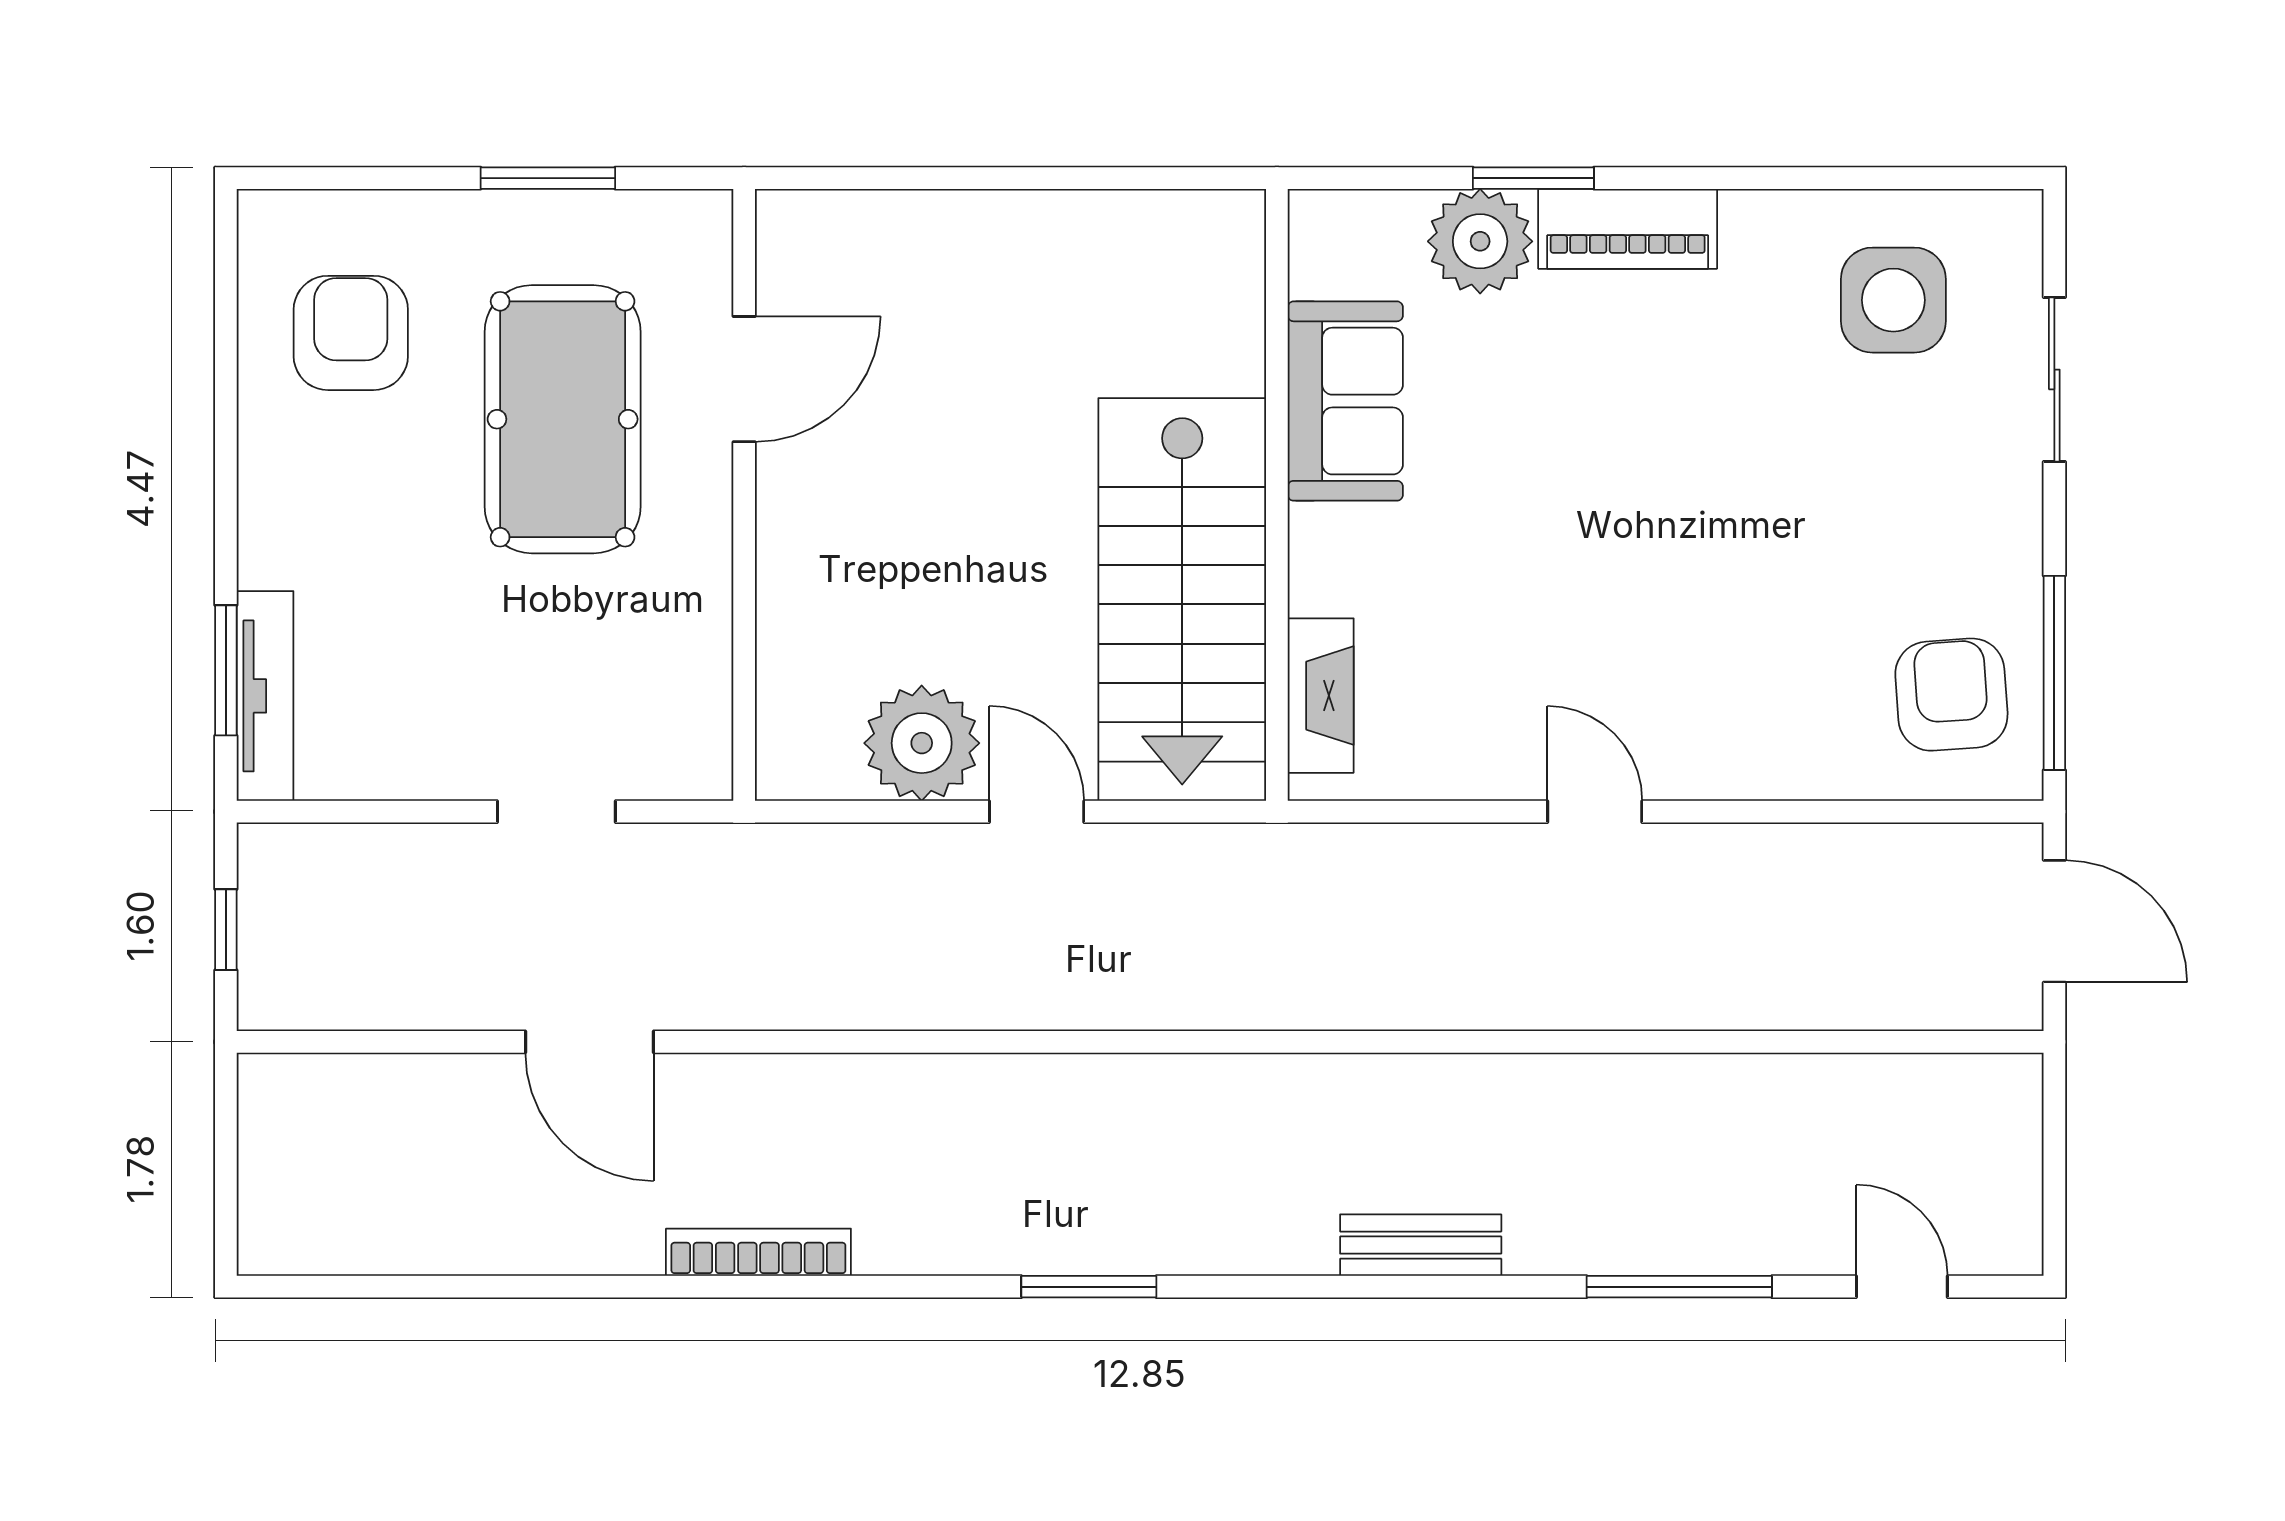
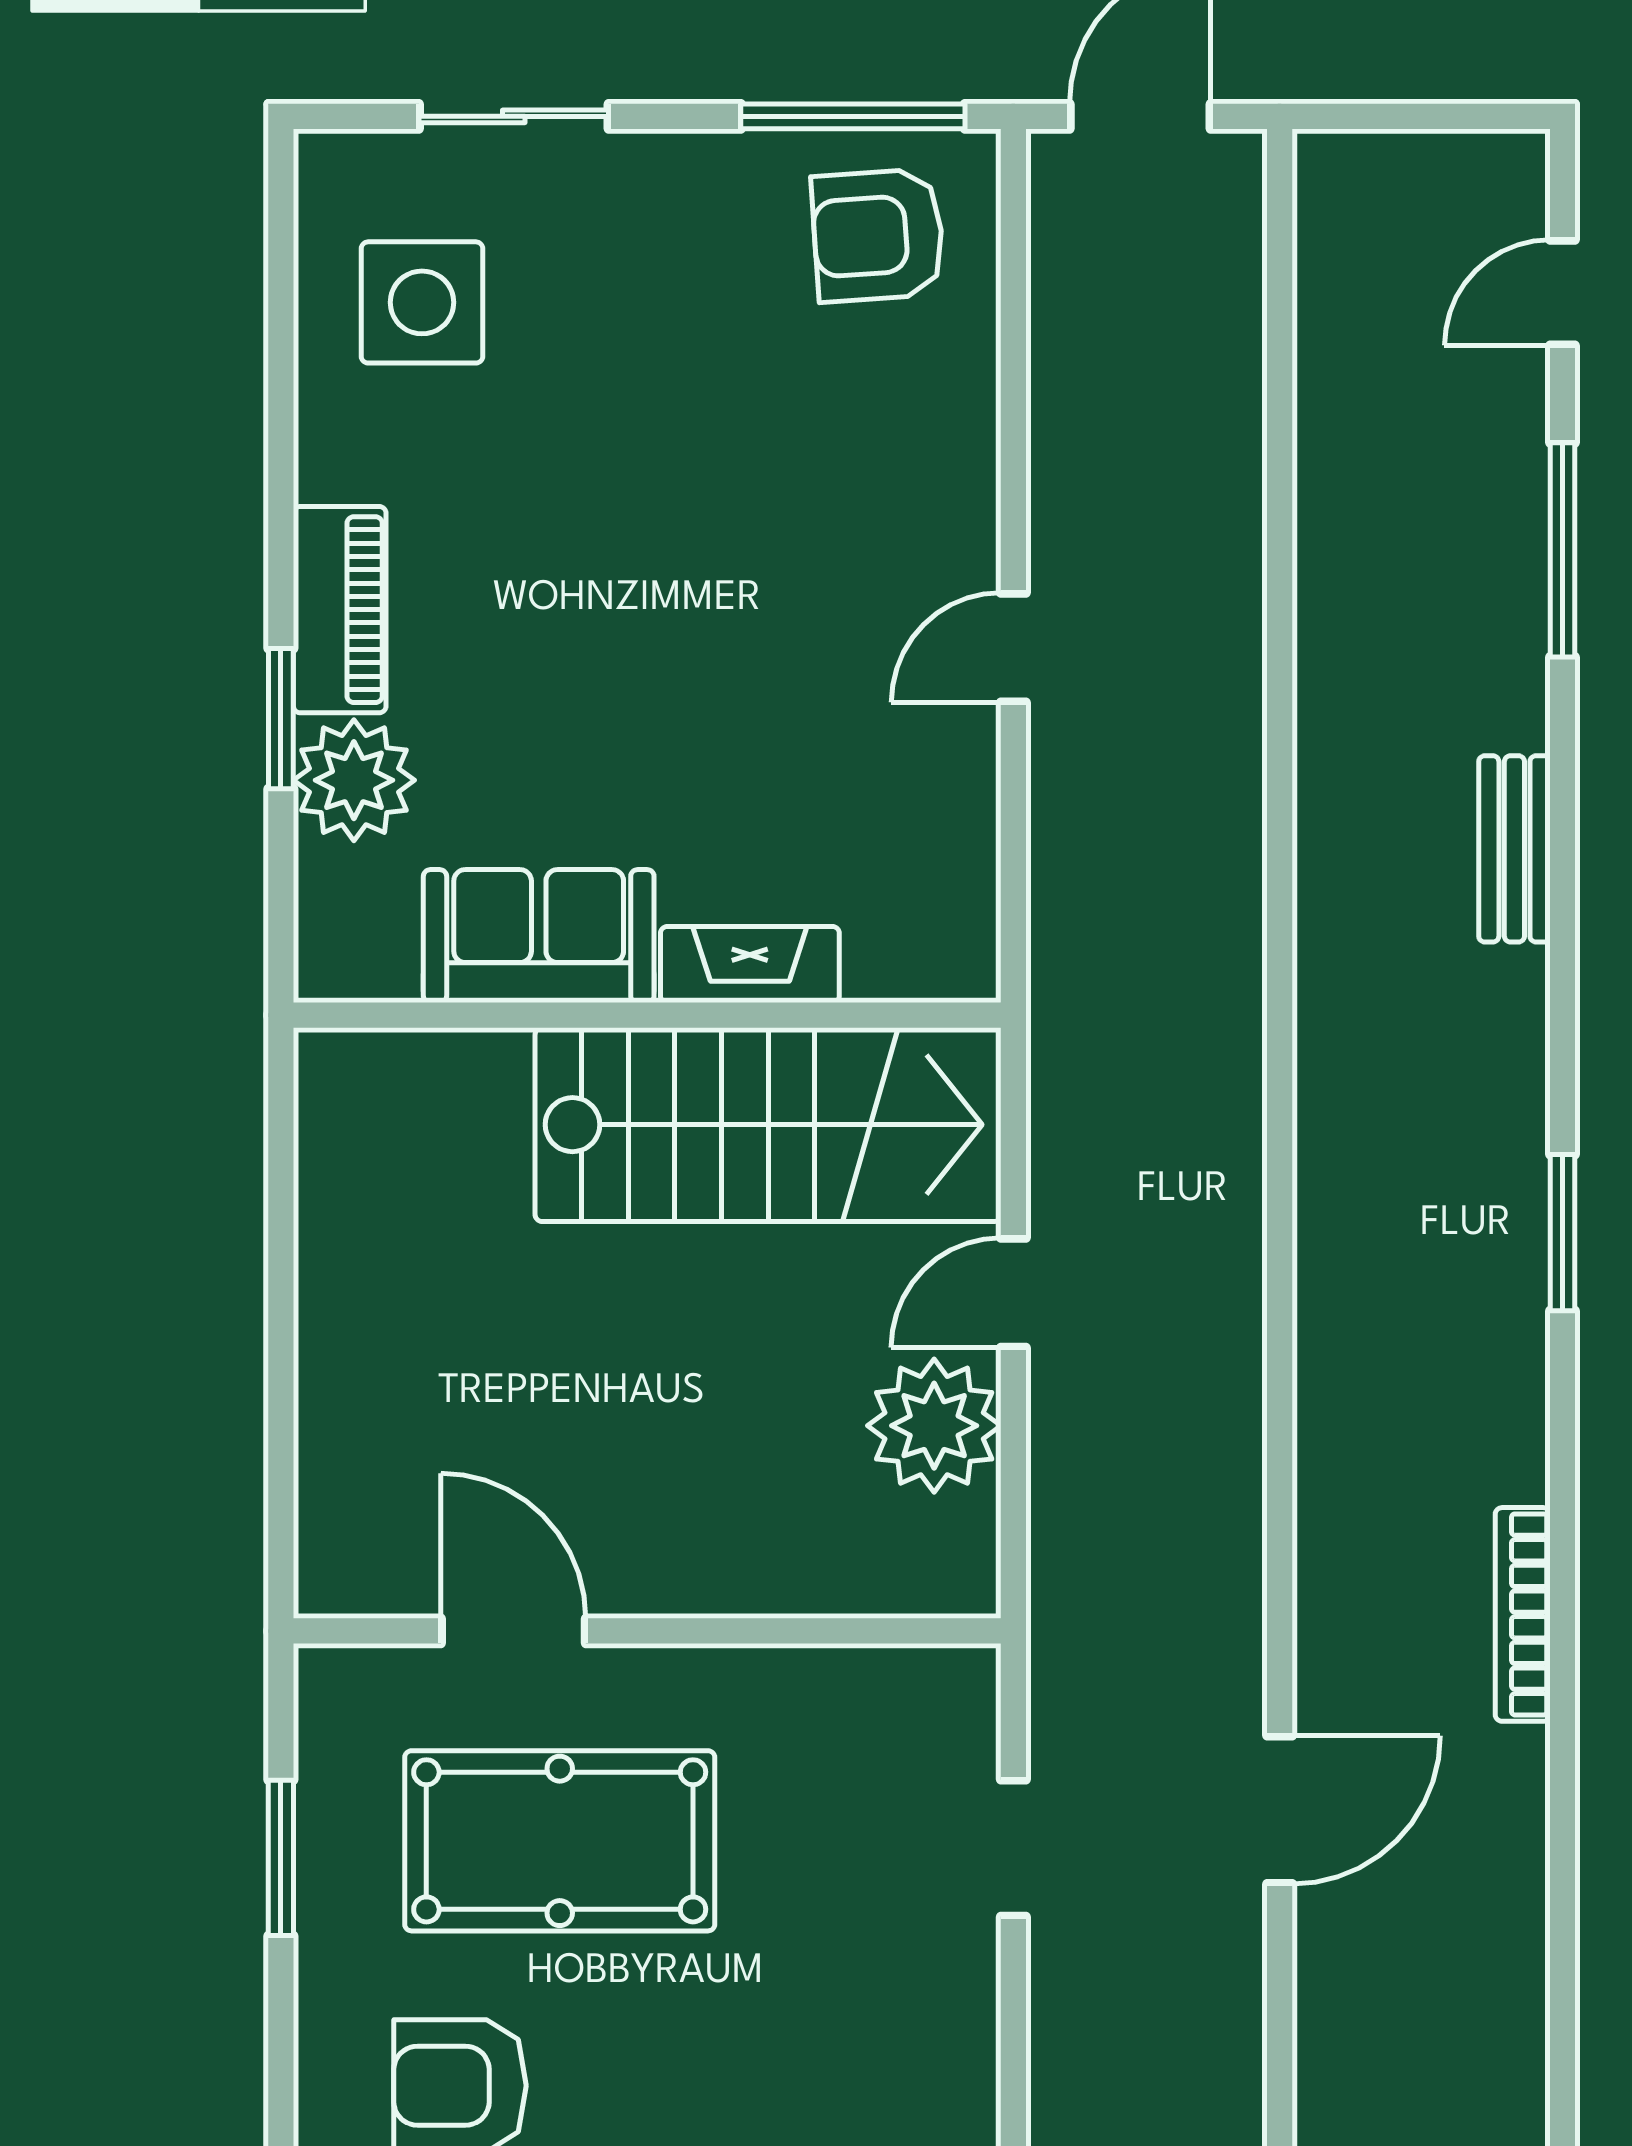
fireplace: (1321, 696) -> (750, 965), moved

